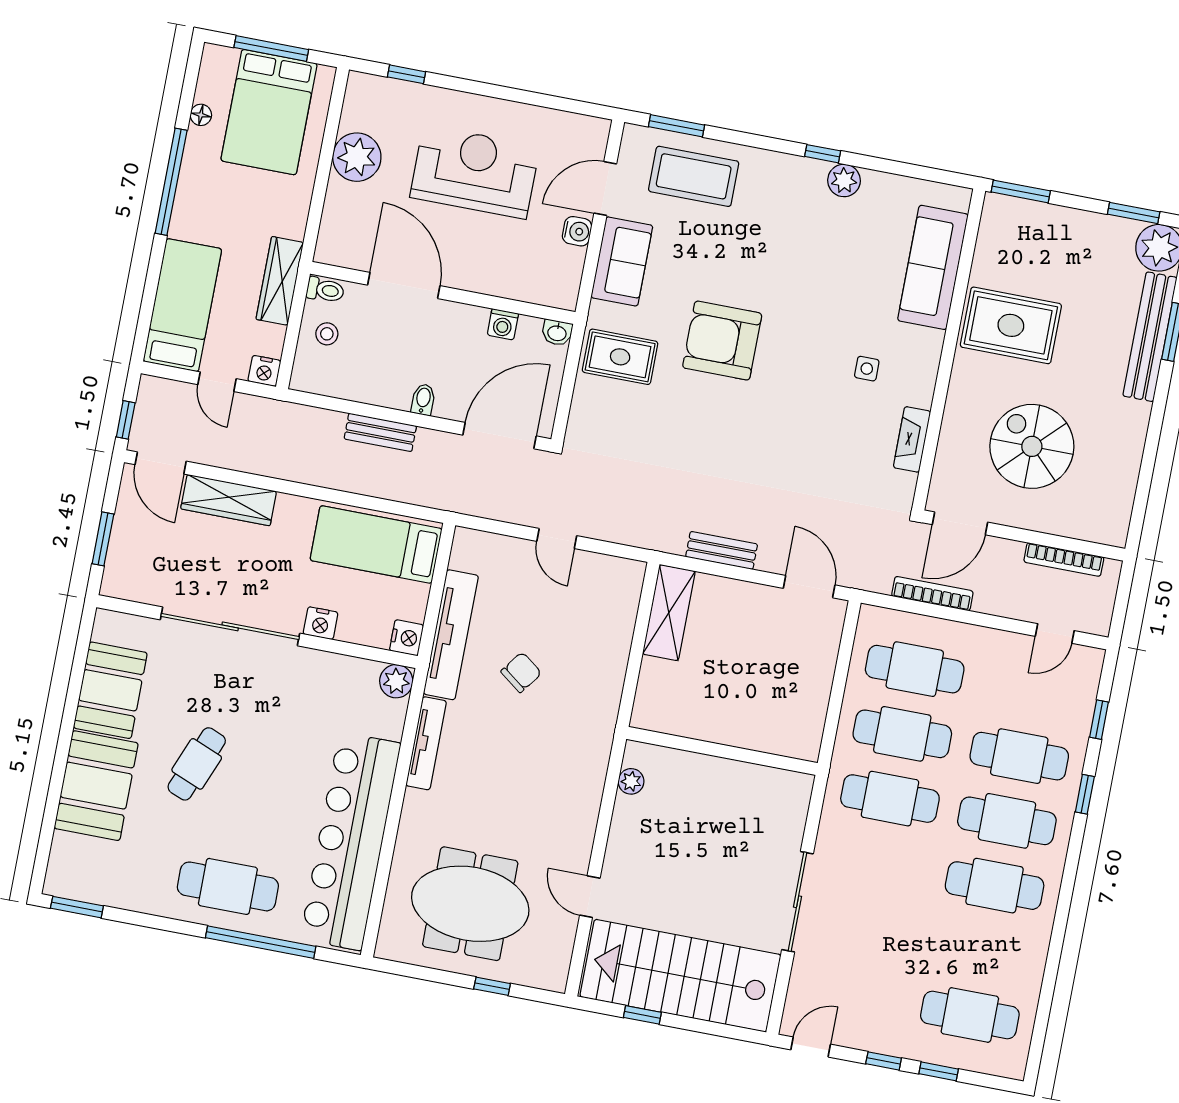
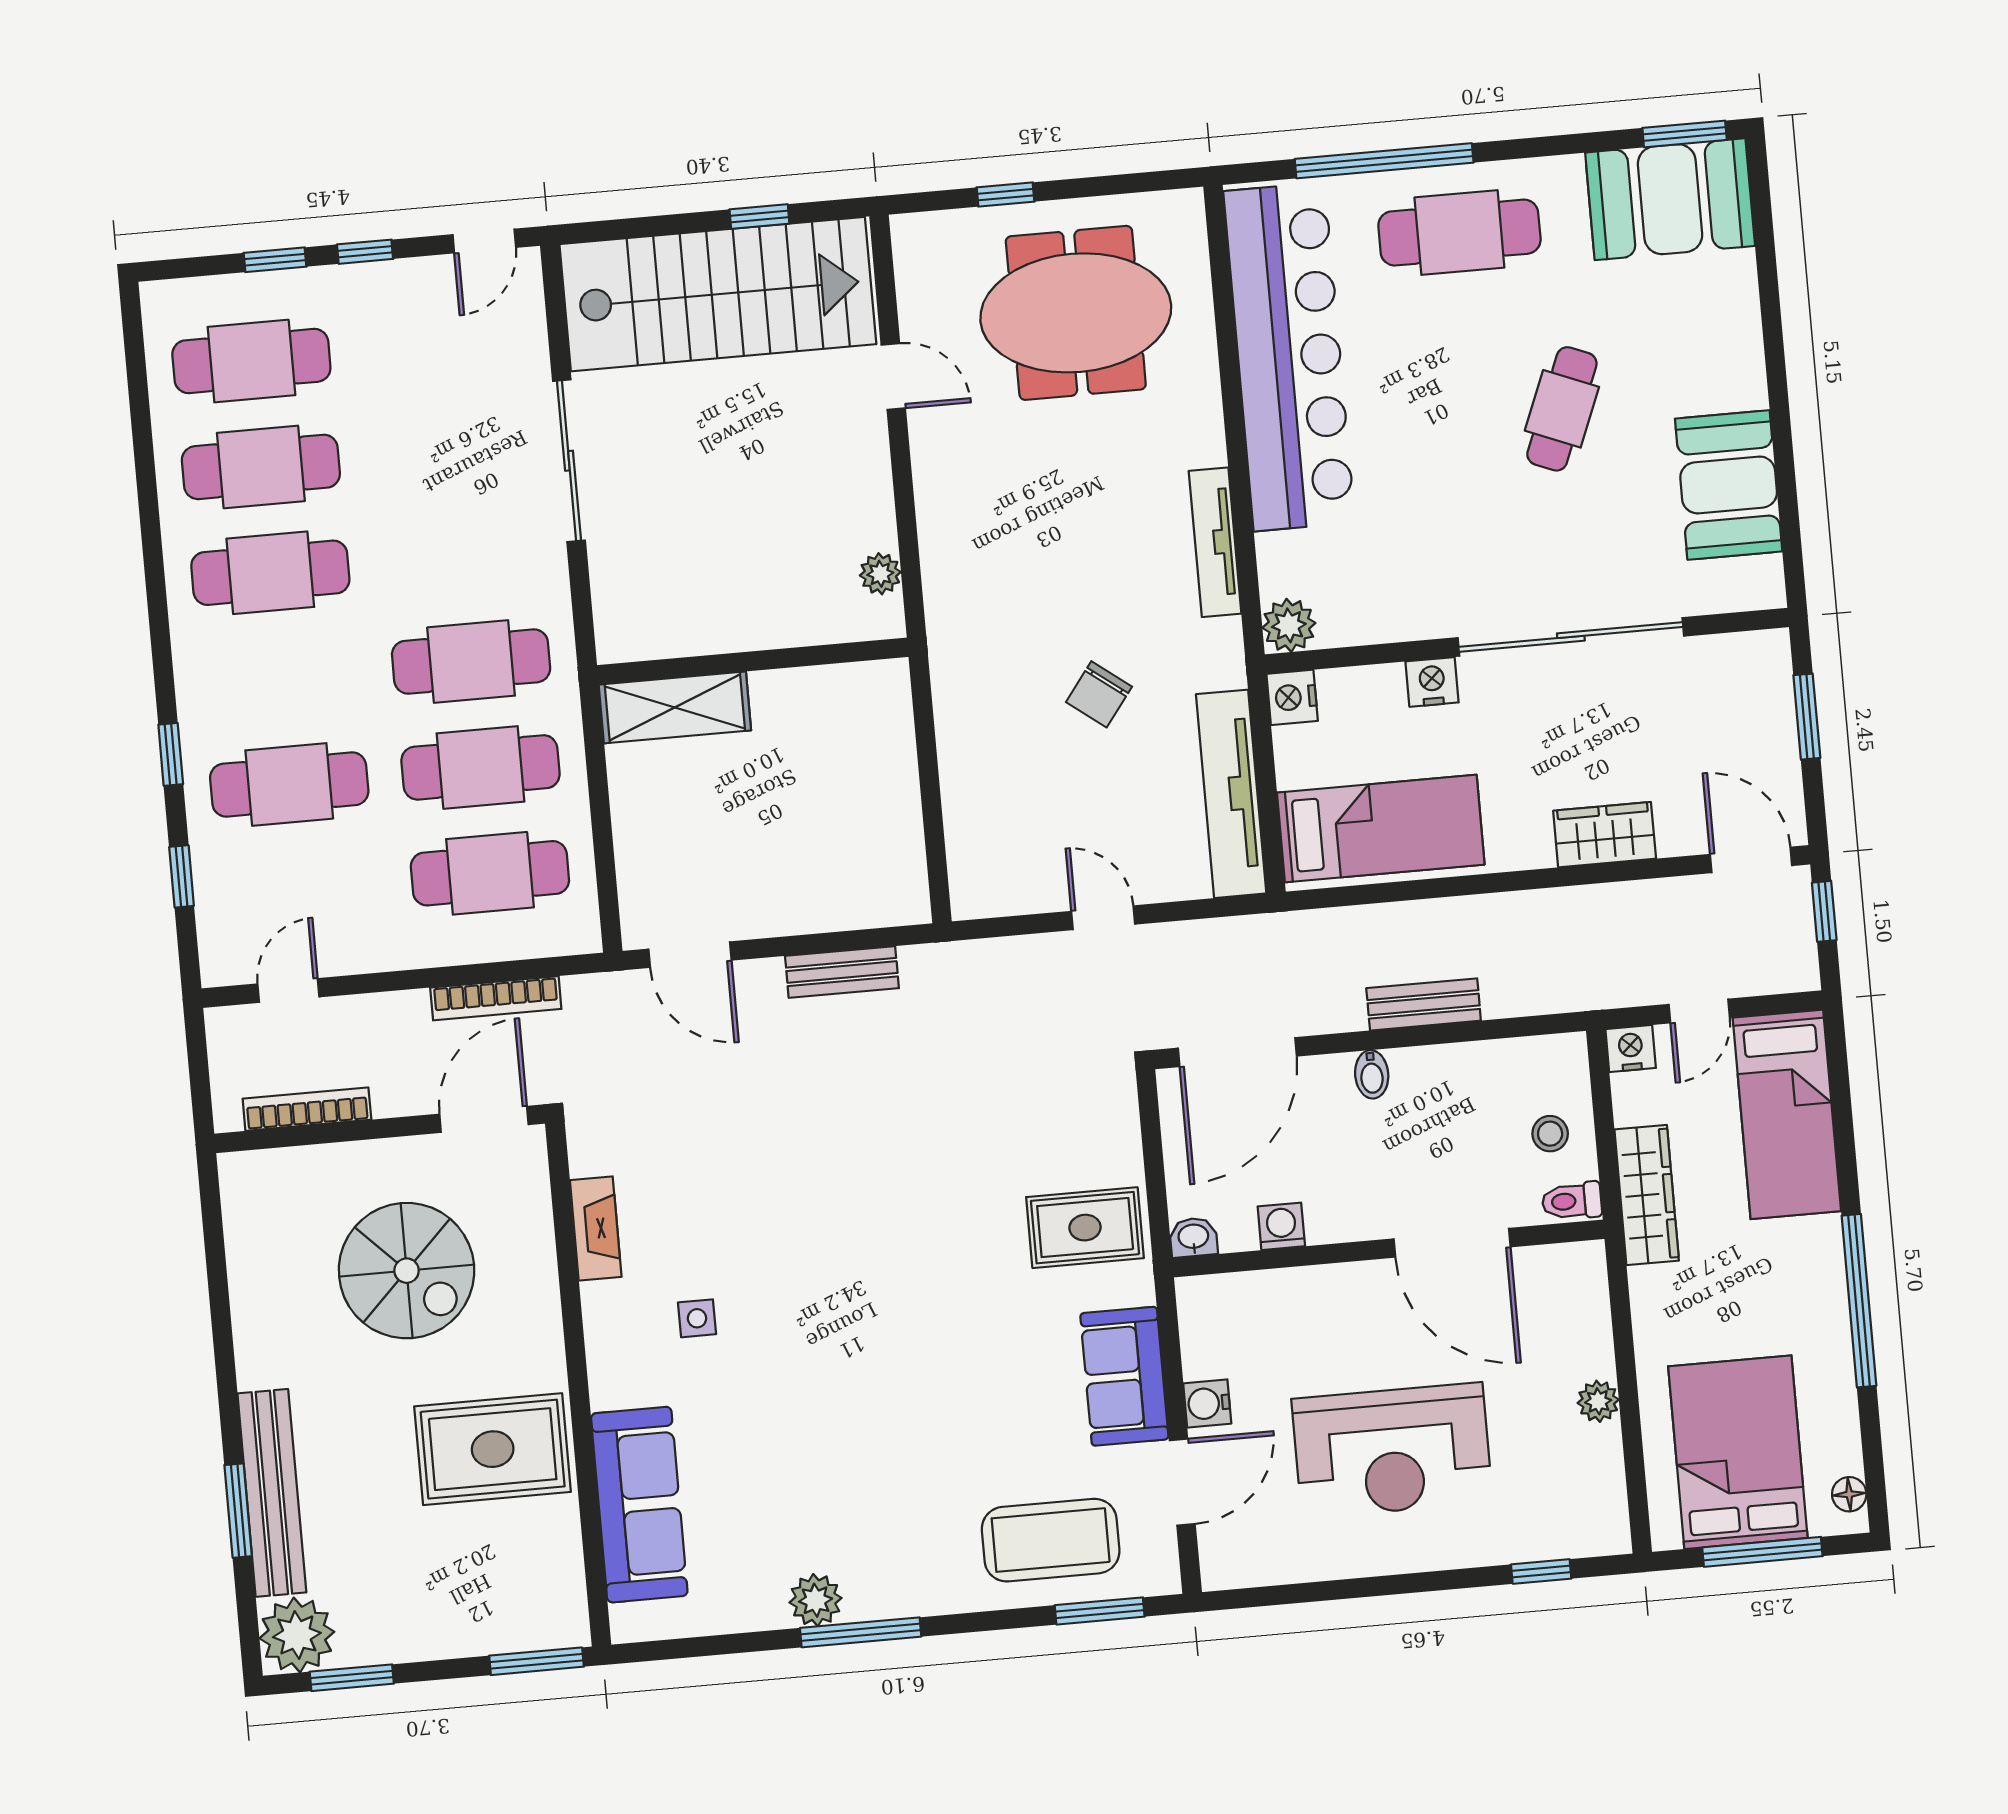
floor lamp: (201, 115) -> (1849, 1494), moved
window: (823, 154) -> (861, 1632), width x2.17
plant: (357, 157) -> (1598, 1401), width x0.53, depth x0.53
armchair: (722, 341) -> (934, 1298), removed
door: (217, 382) -> (1699, 1011), swing flipped
wardrobe: (229, 500) -> (1605, 835), width x0.67
shelving: (669, 613) -> (675, 707), moved, turned 90
tv unit: (451, 635) -> (1231, 794), moved
booth: (96, 786) -> (1670, 199), moved, turned 90
cafe table: (1007, 821) -> (261, 467), moved

